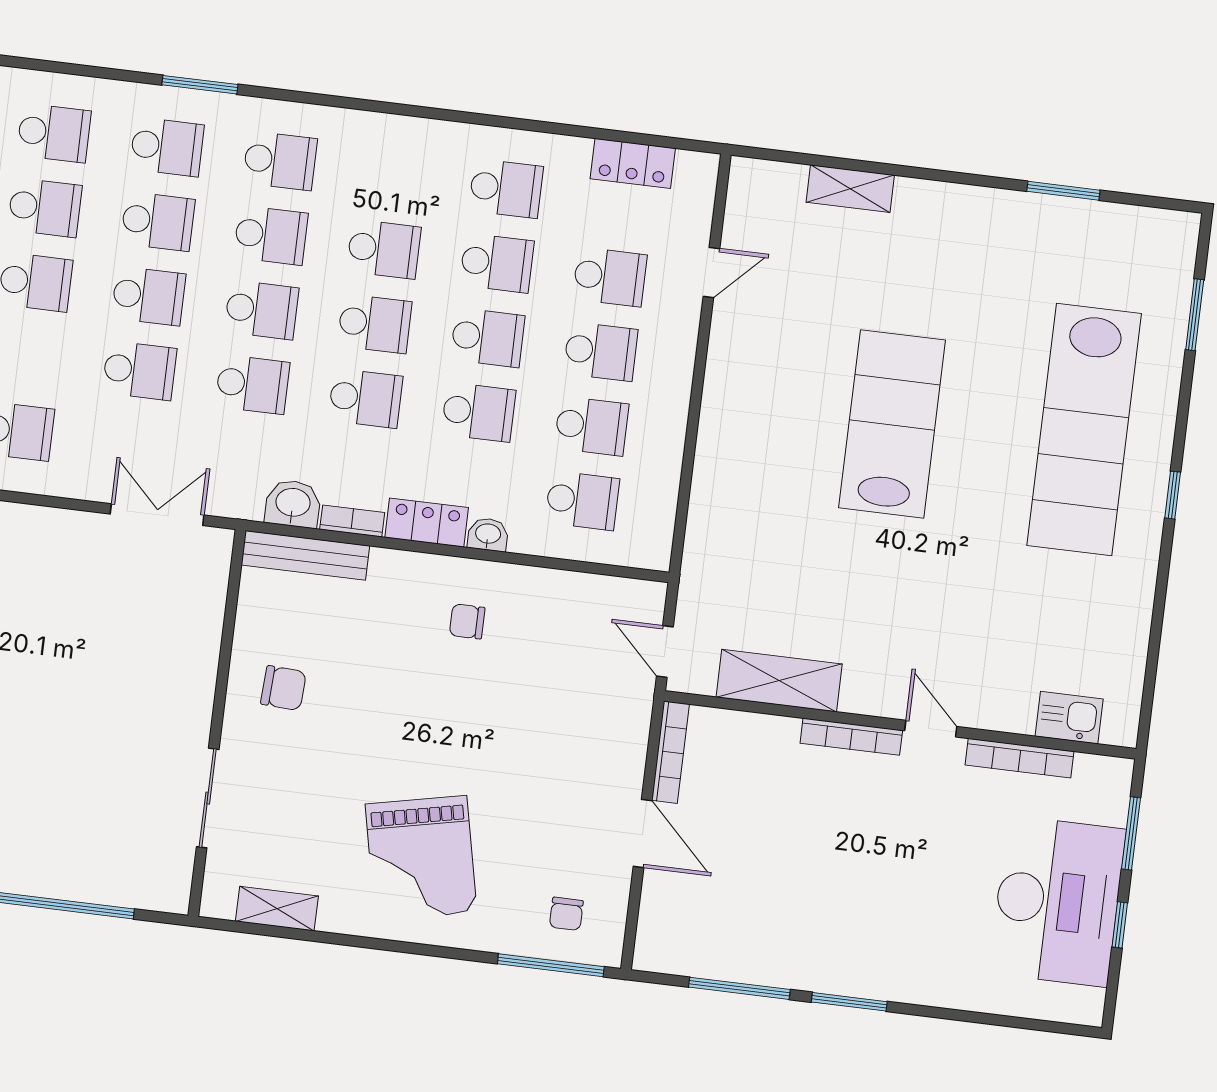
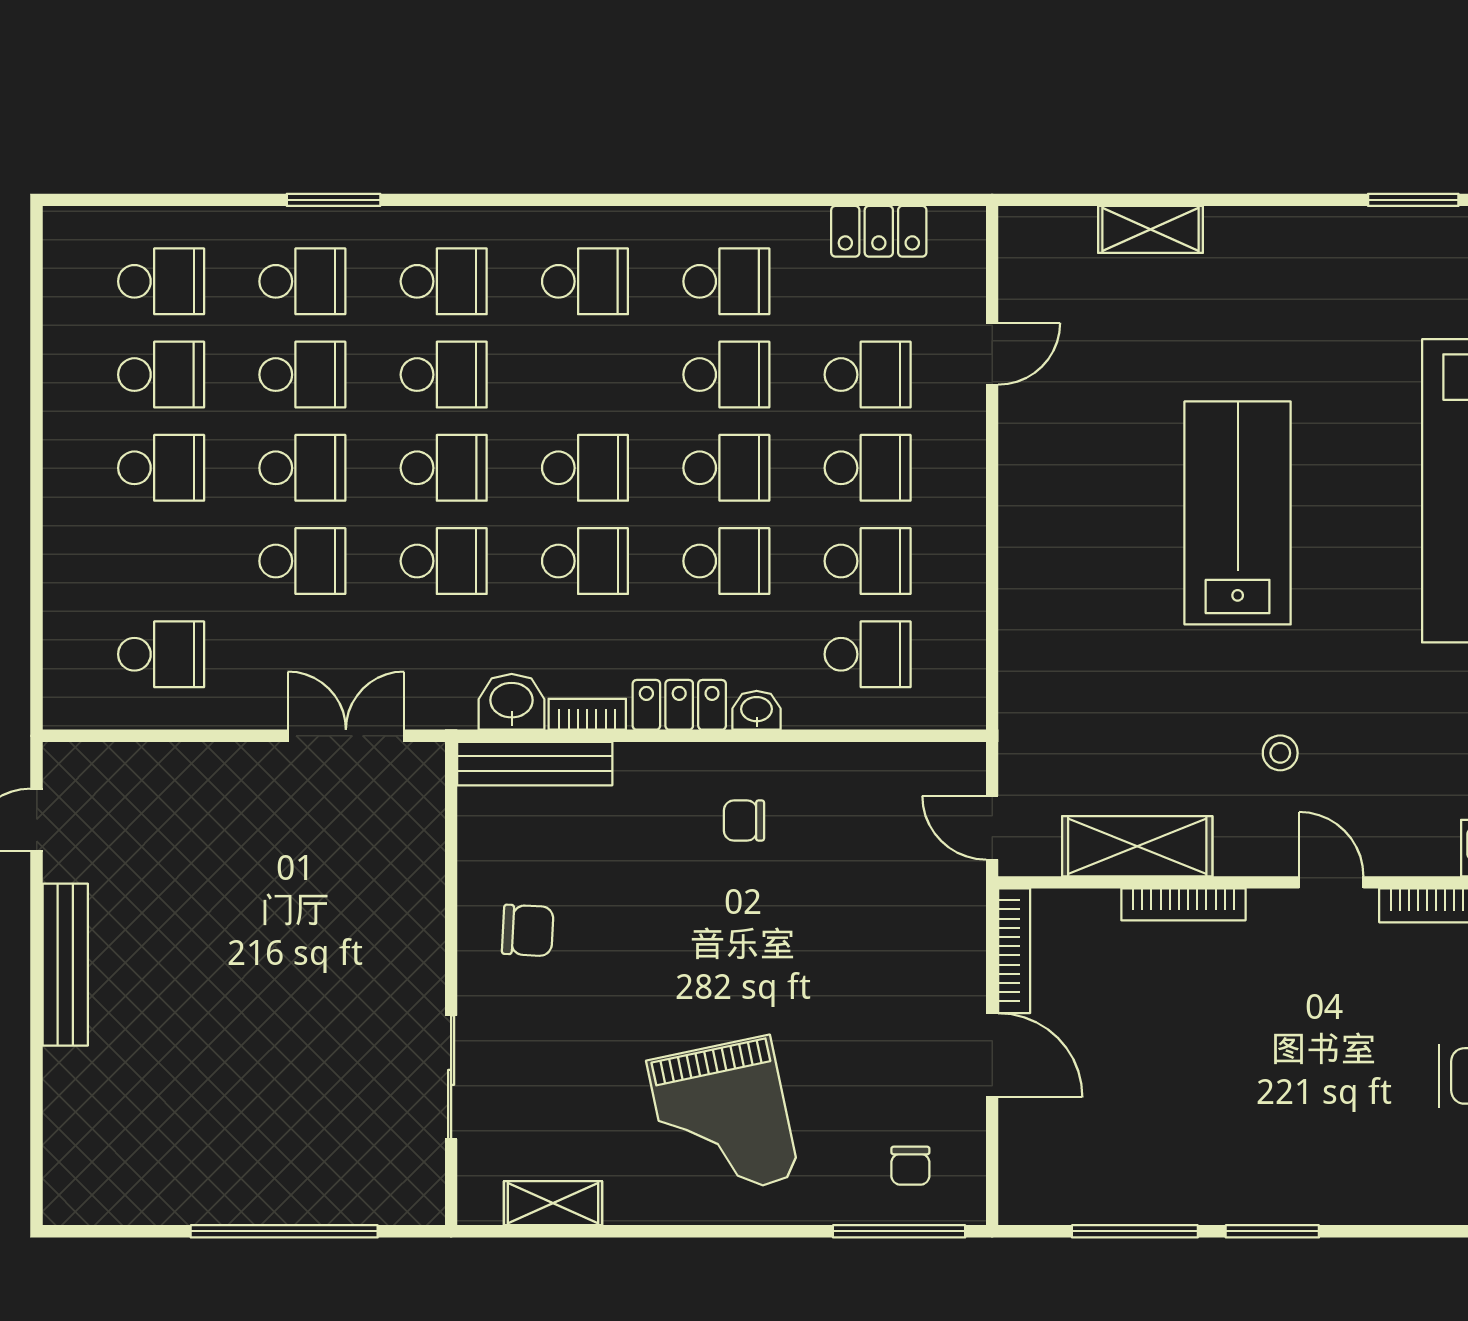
school desk: (384, 249) -> (585, 281), moved
stool: (903, 620) -> (1280, 753), added
bookcase: (851, 737) -> (1183, 904), moved

